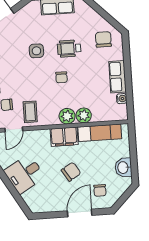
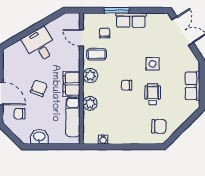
row of seats: (118, 77) -> (124, 137), removed
plant: (67, 116) -> (90, 76), moved
chair: (71, 172) -> (39, 88), turned -127

